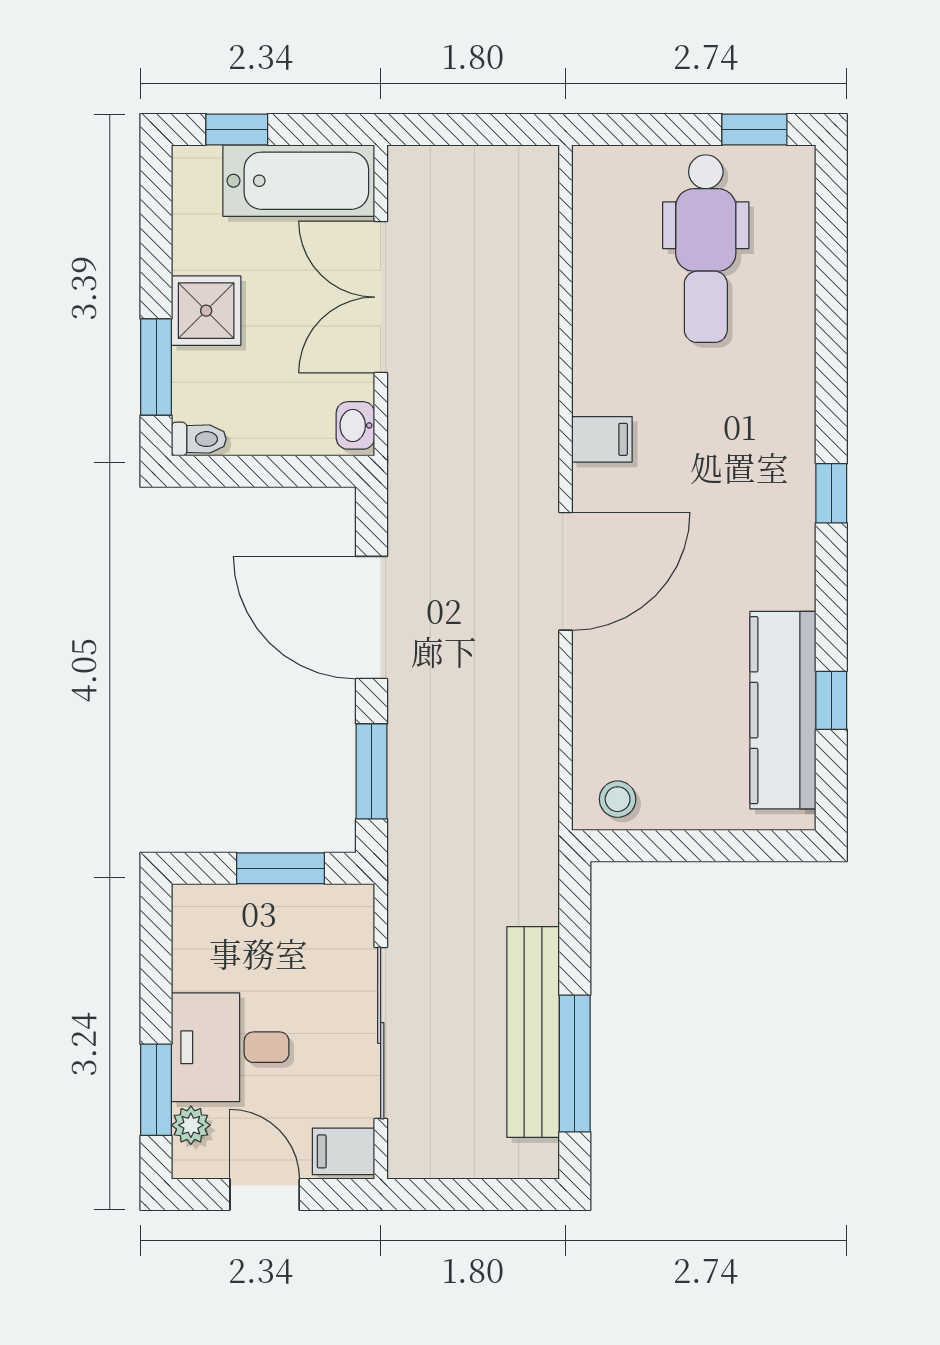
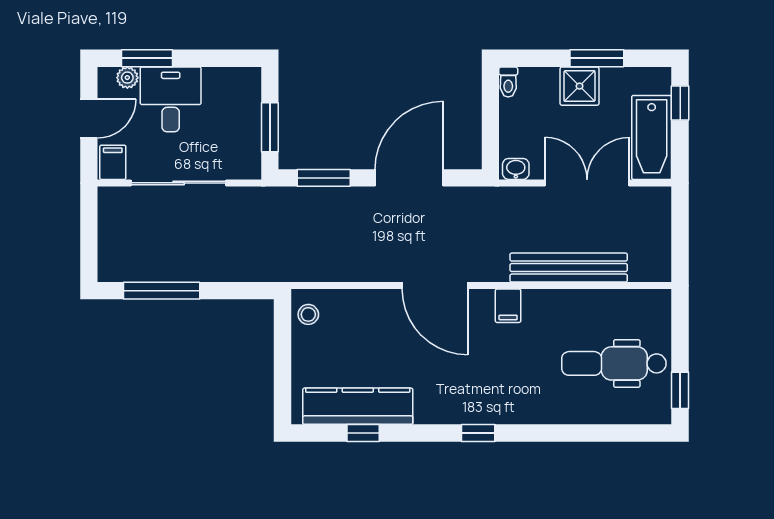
window: (156, 367) -> (597, 58), moved
bench: (533, 1032) -> (569, 268), moved

